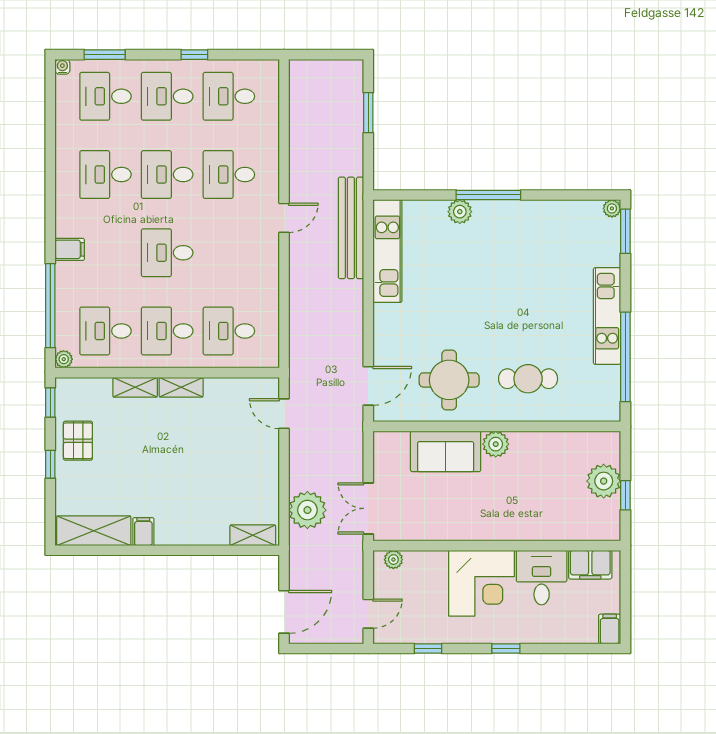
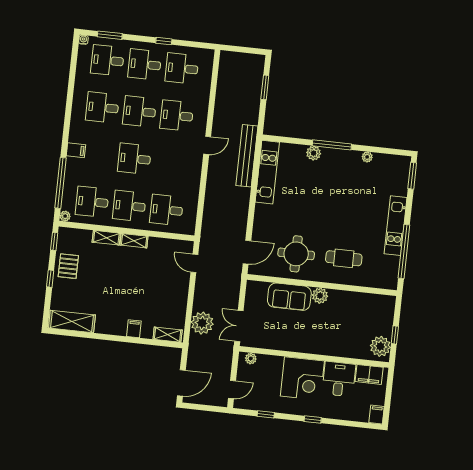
plant: (612, 208) -> (367, 157), moved
plant: (604, 481) -> (380, 346), moved
filing cabinet: (143, 532) -> (134, 329), moved

